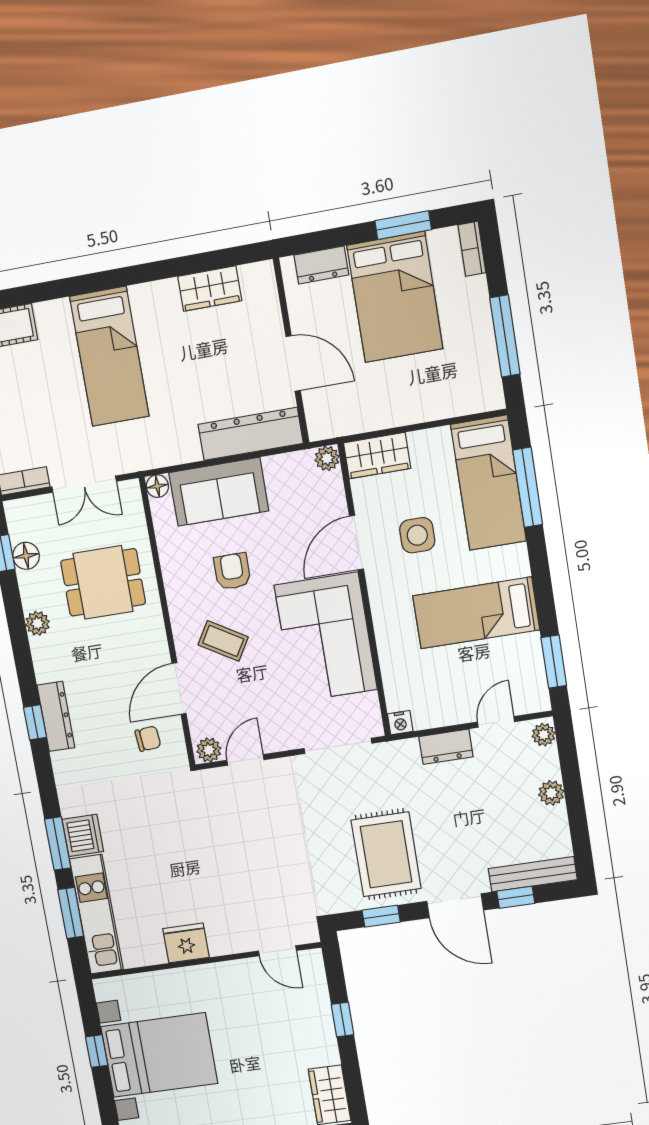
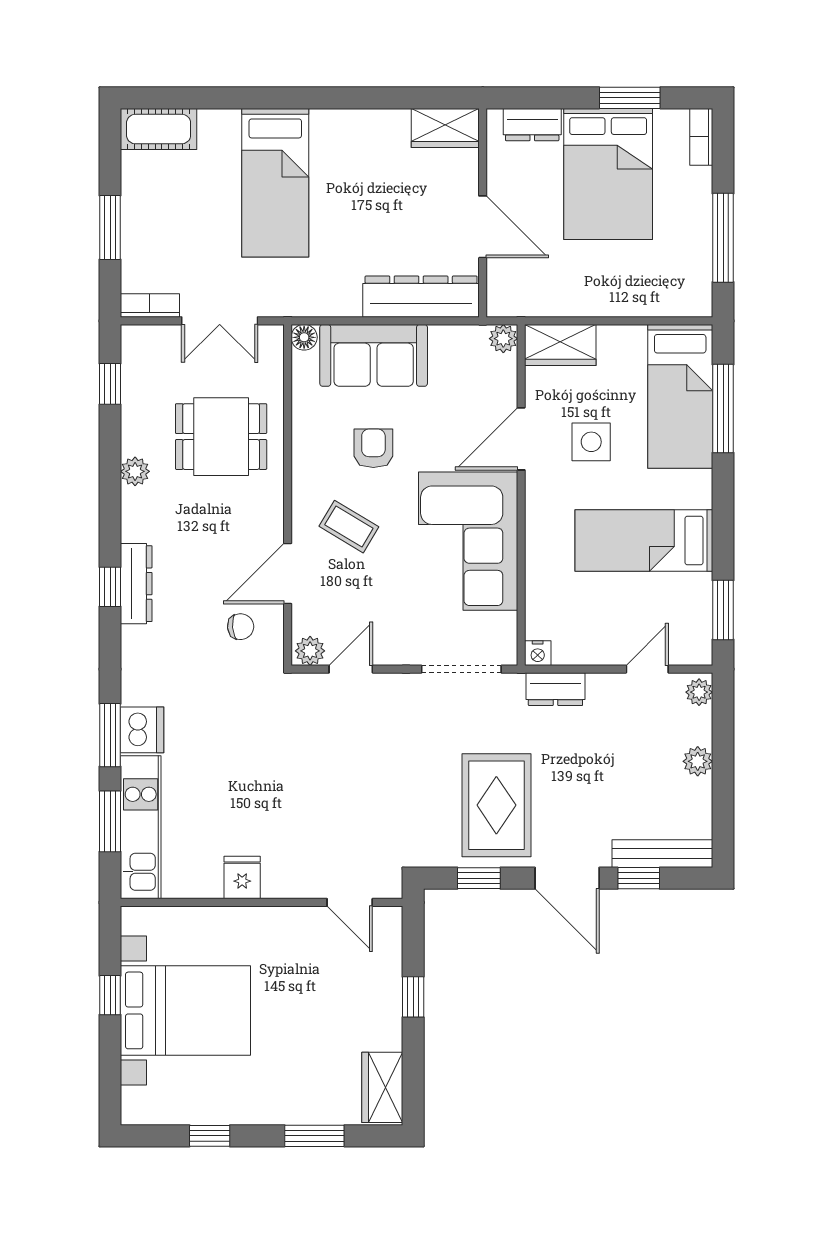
wardrobe: (210, 289) -> (445, 128), moved
floor lamp: (26, 556) -> (136, 391), removed
dresser: (446, 747) -> (555, 689), moved
fridge: (186, 943) -> (242, 878), width x0.72

